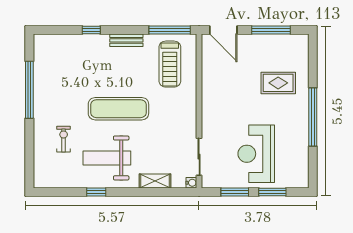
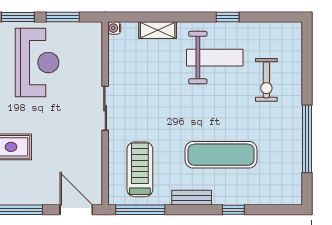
exercise mat: (118, 109) -> (221, 155), moved
exercise bike: (64, 139) -> (266, 80), width x1.38, depth x1.39
sliding door: (199, 157) -> (105, 108), moved

